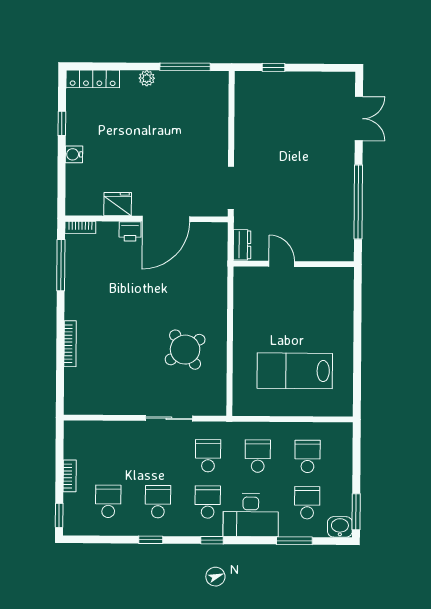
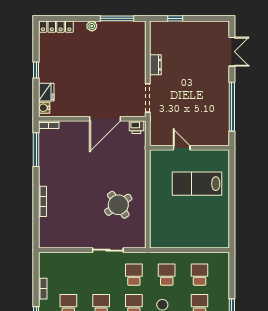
window: (62, 123) -> (36, 70), moved
water cooler: (74, 154) -> (44, 108), moved
fridge: (118, 204) -> (46, 92), moved, turned 90
printer: (130, 231) -> (136, 127), moved
dresser: (242, 245) -> (155, 65), moved
lab bench: (295, 371) -> (197, 184), moved

